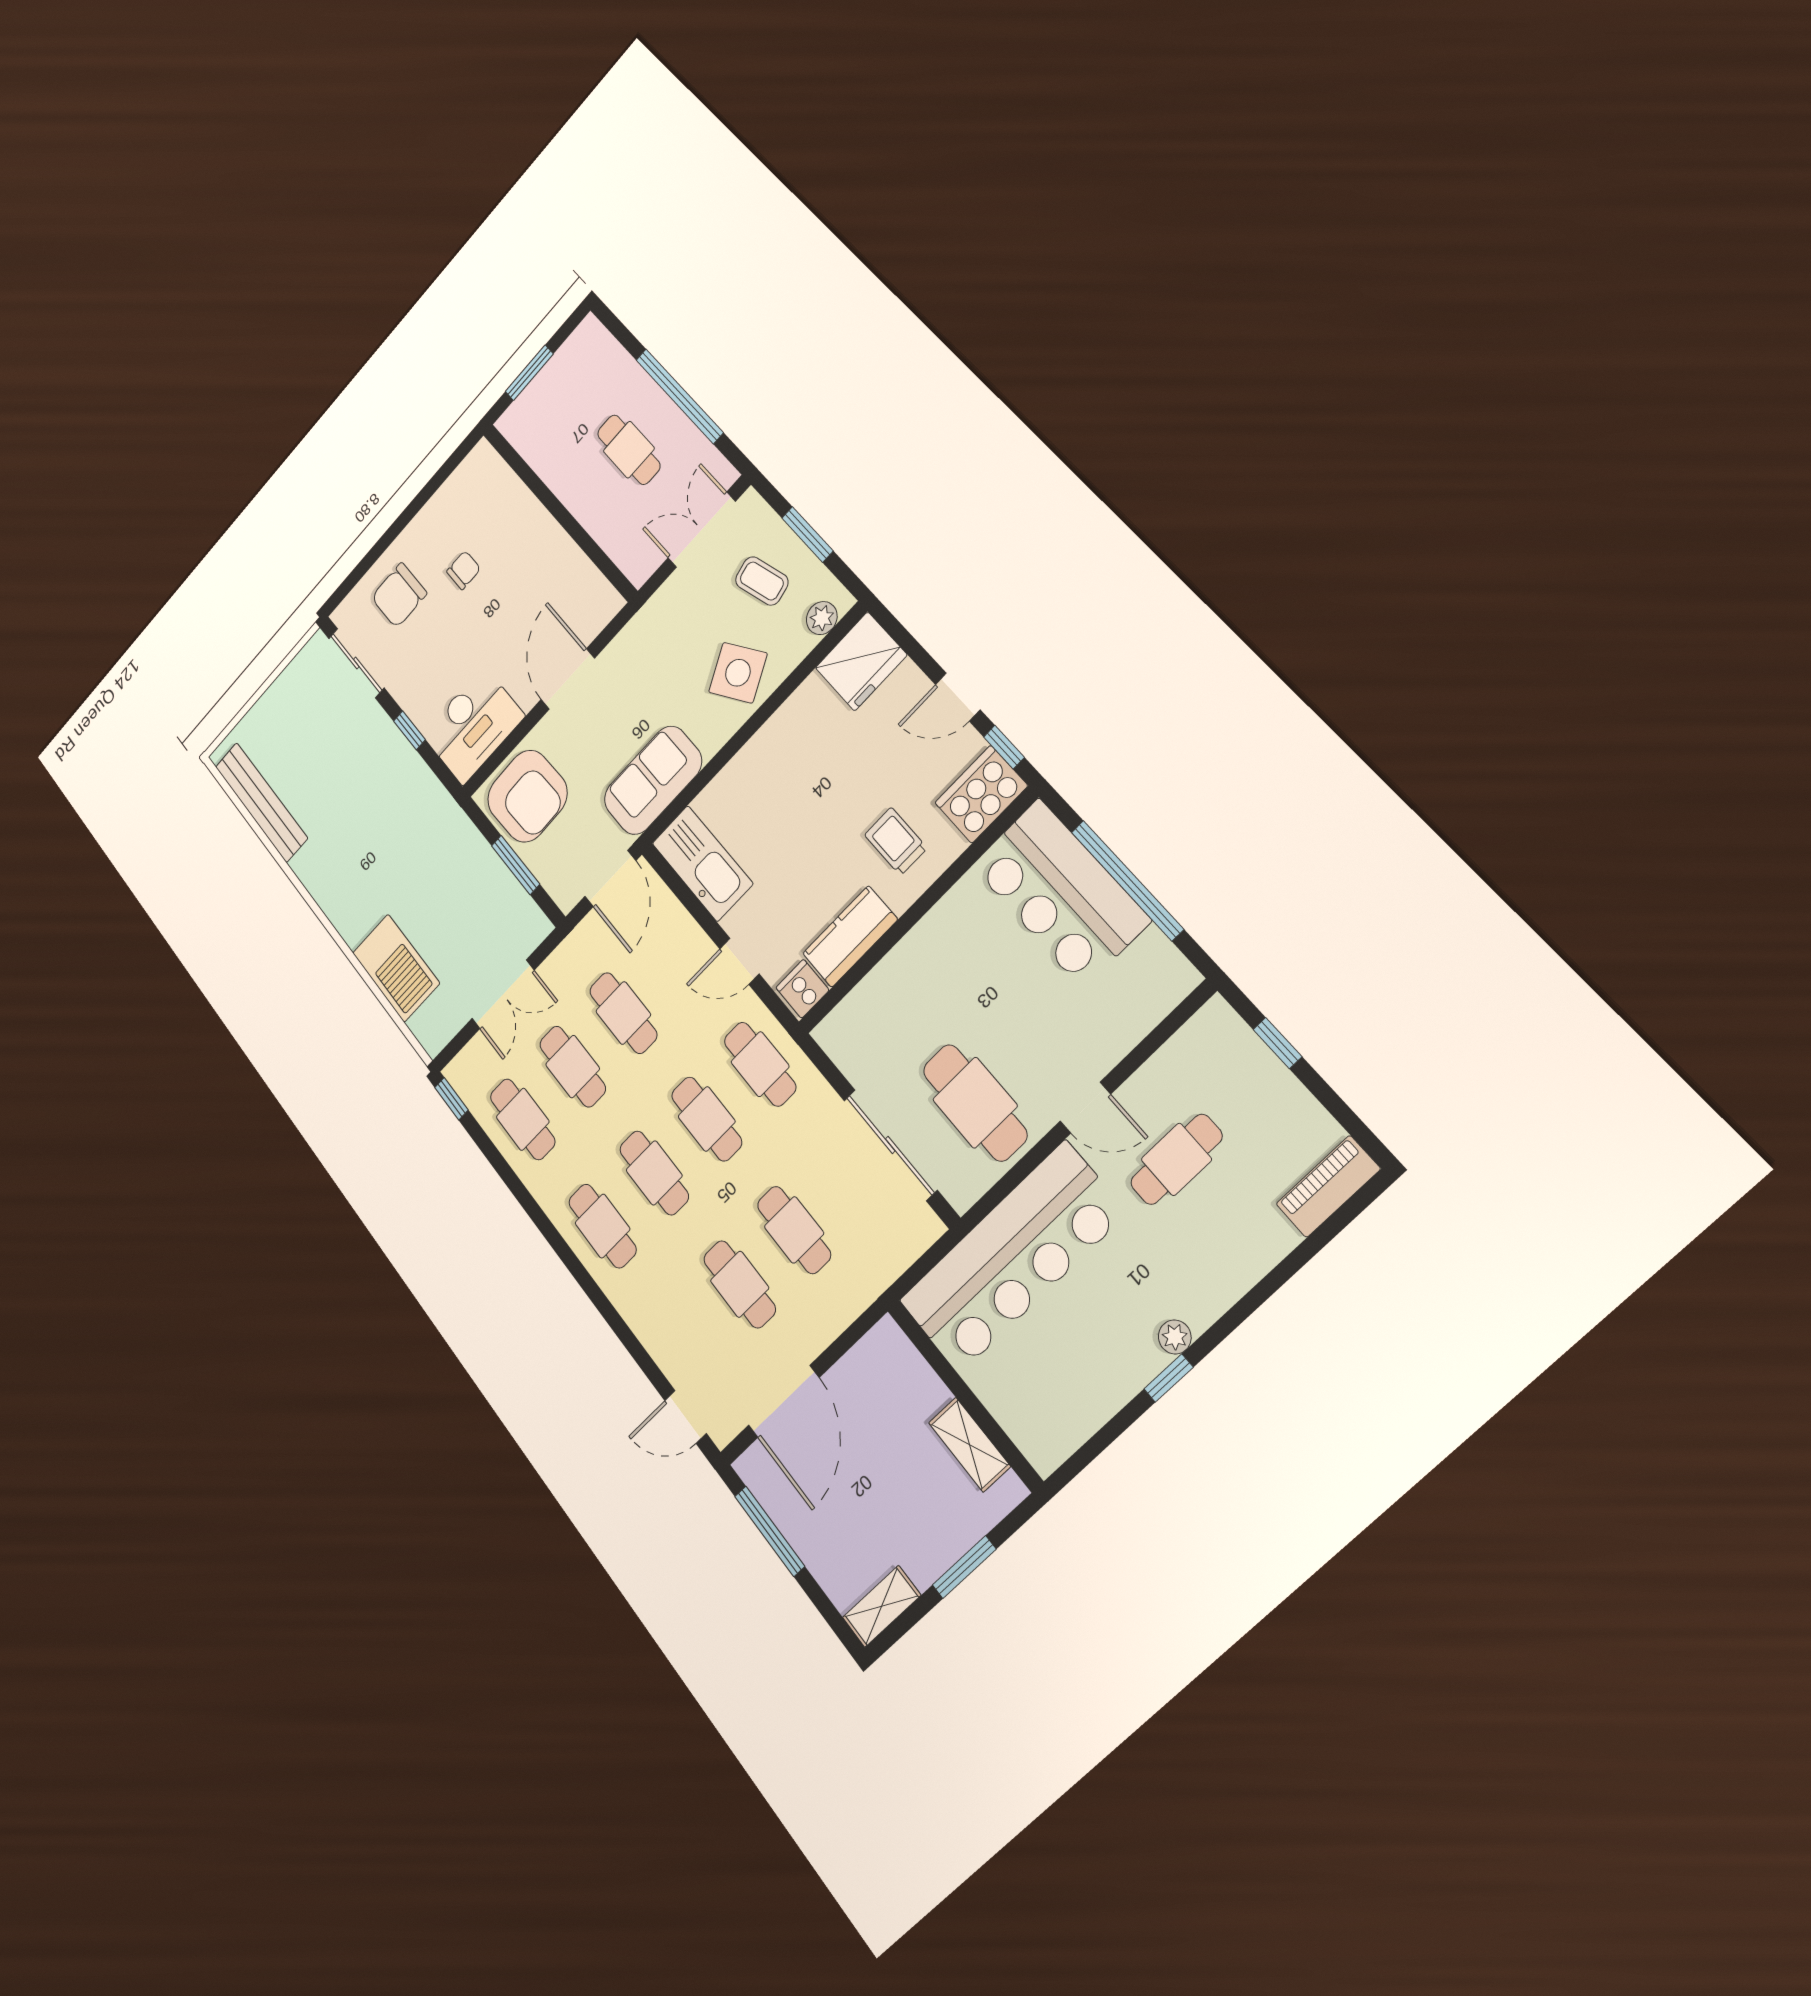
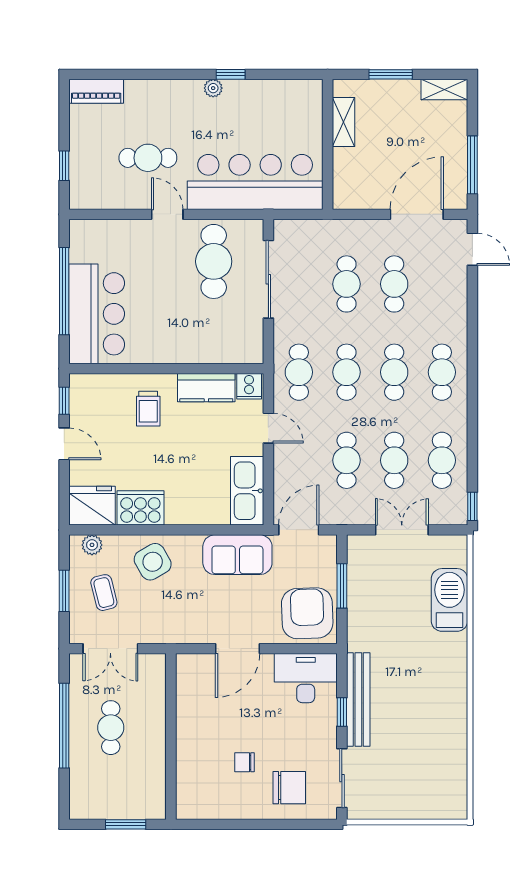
cooker: (981, 794) -> (140, 508), moved, turned 180
bench: (261, 802) -> (358, 699), moved

